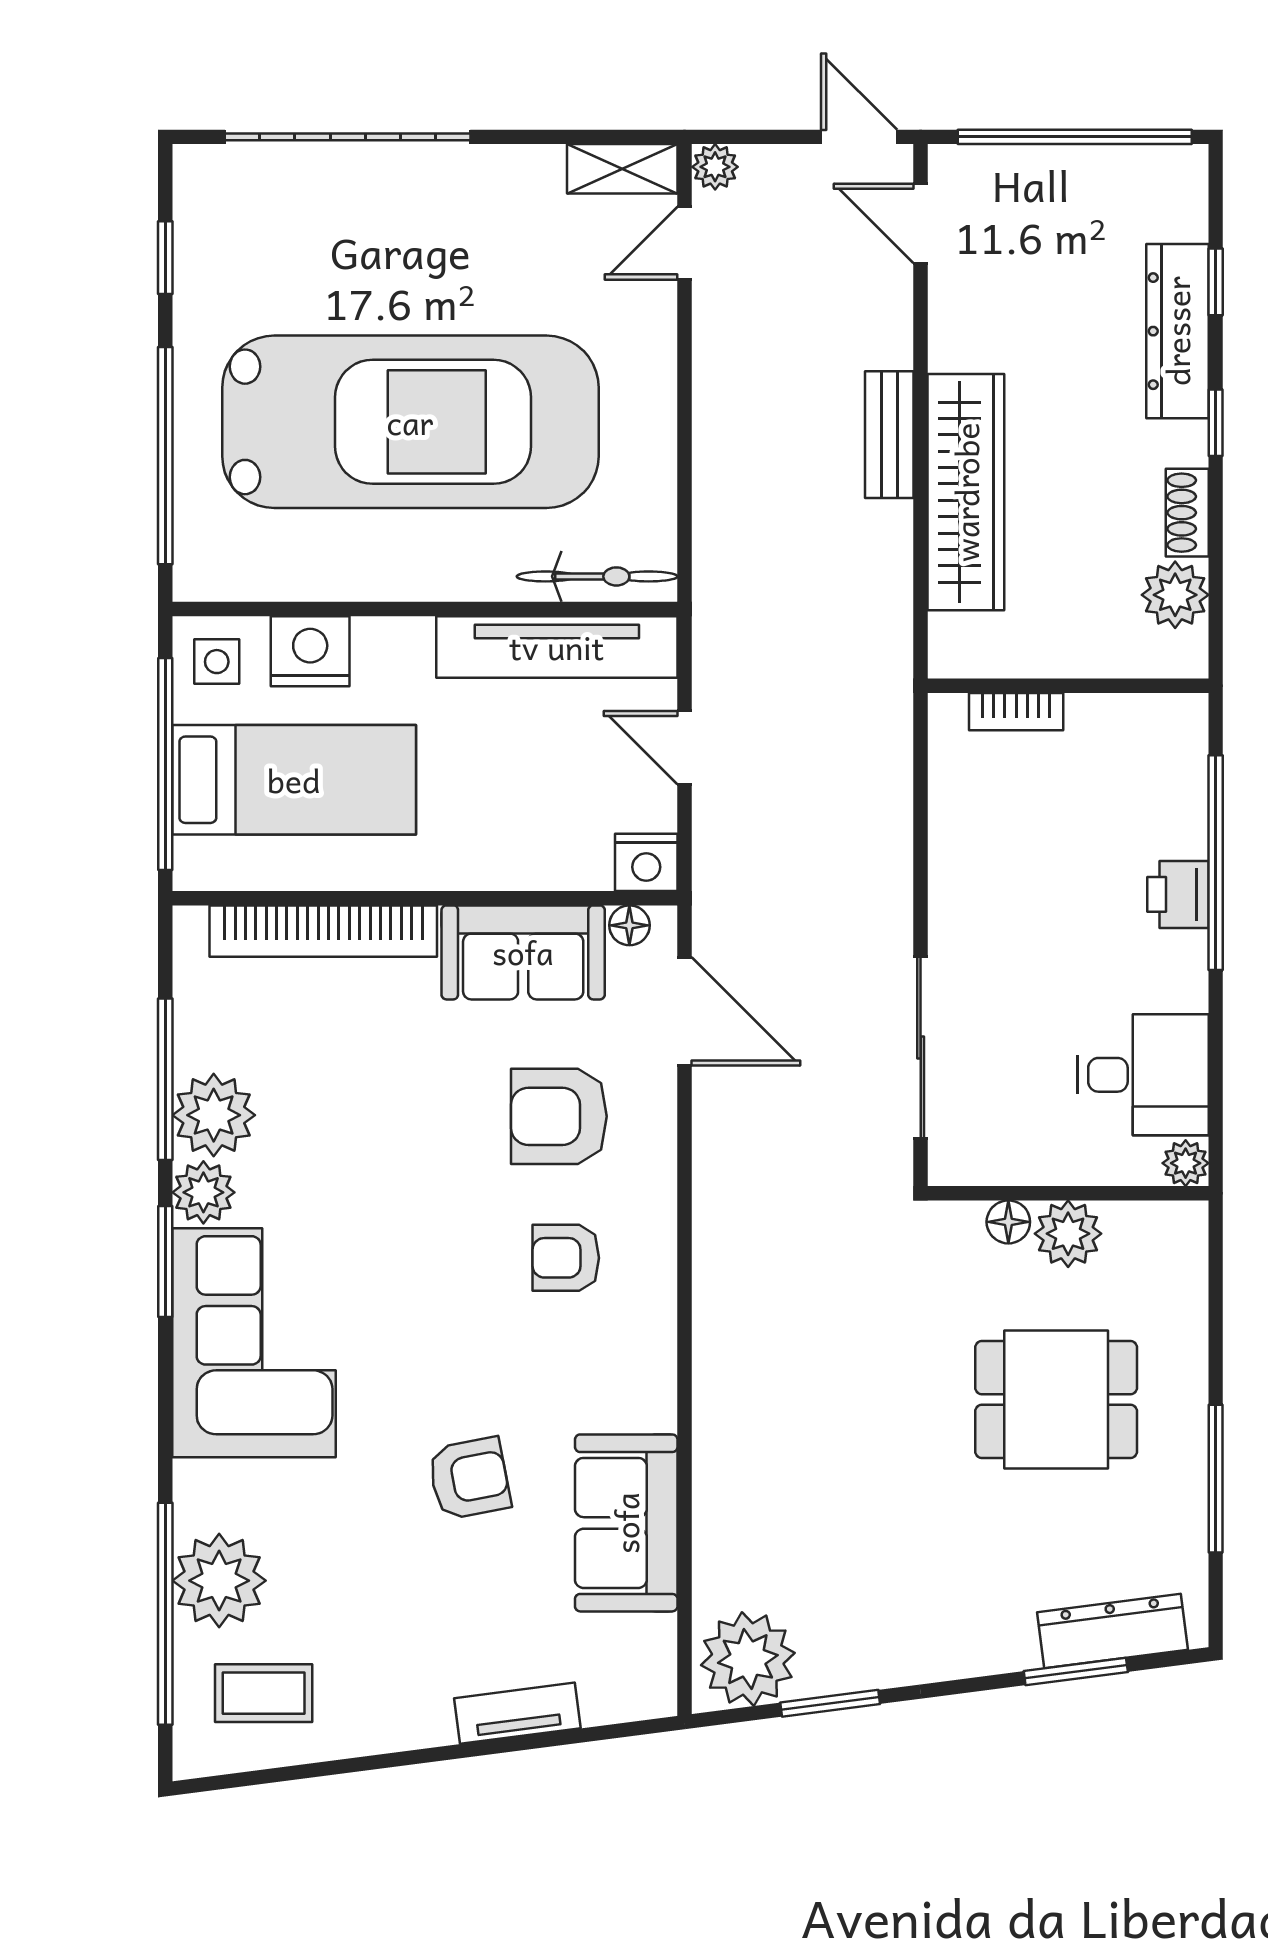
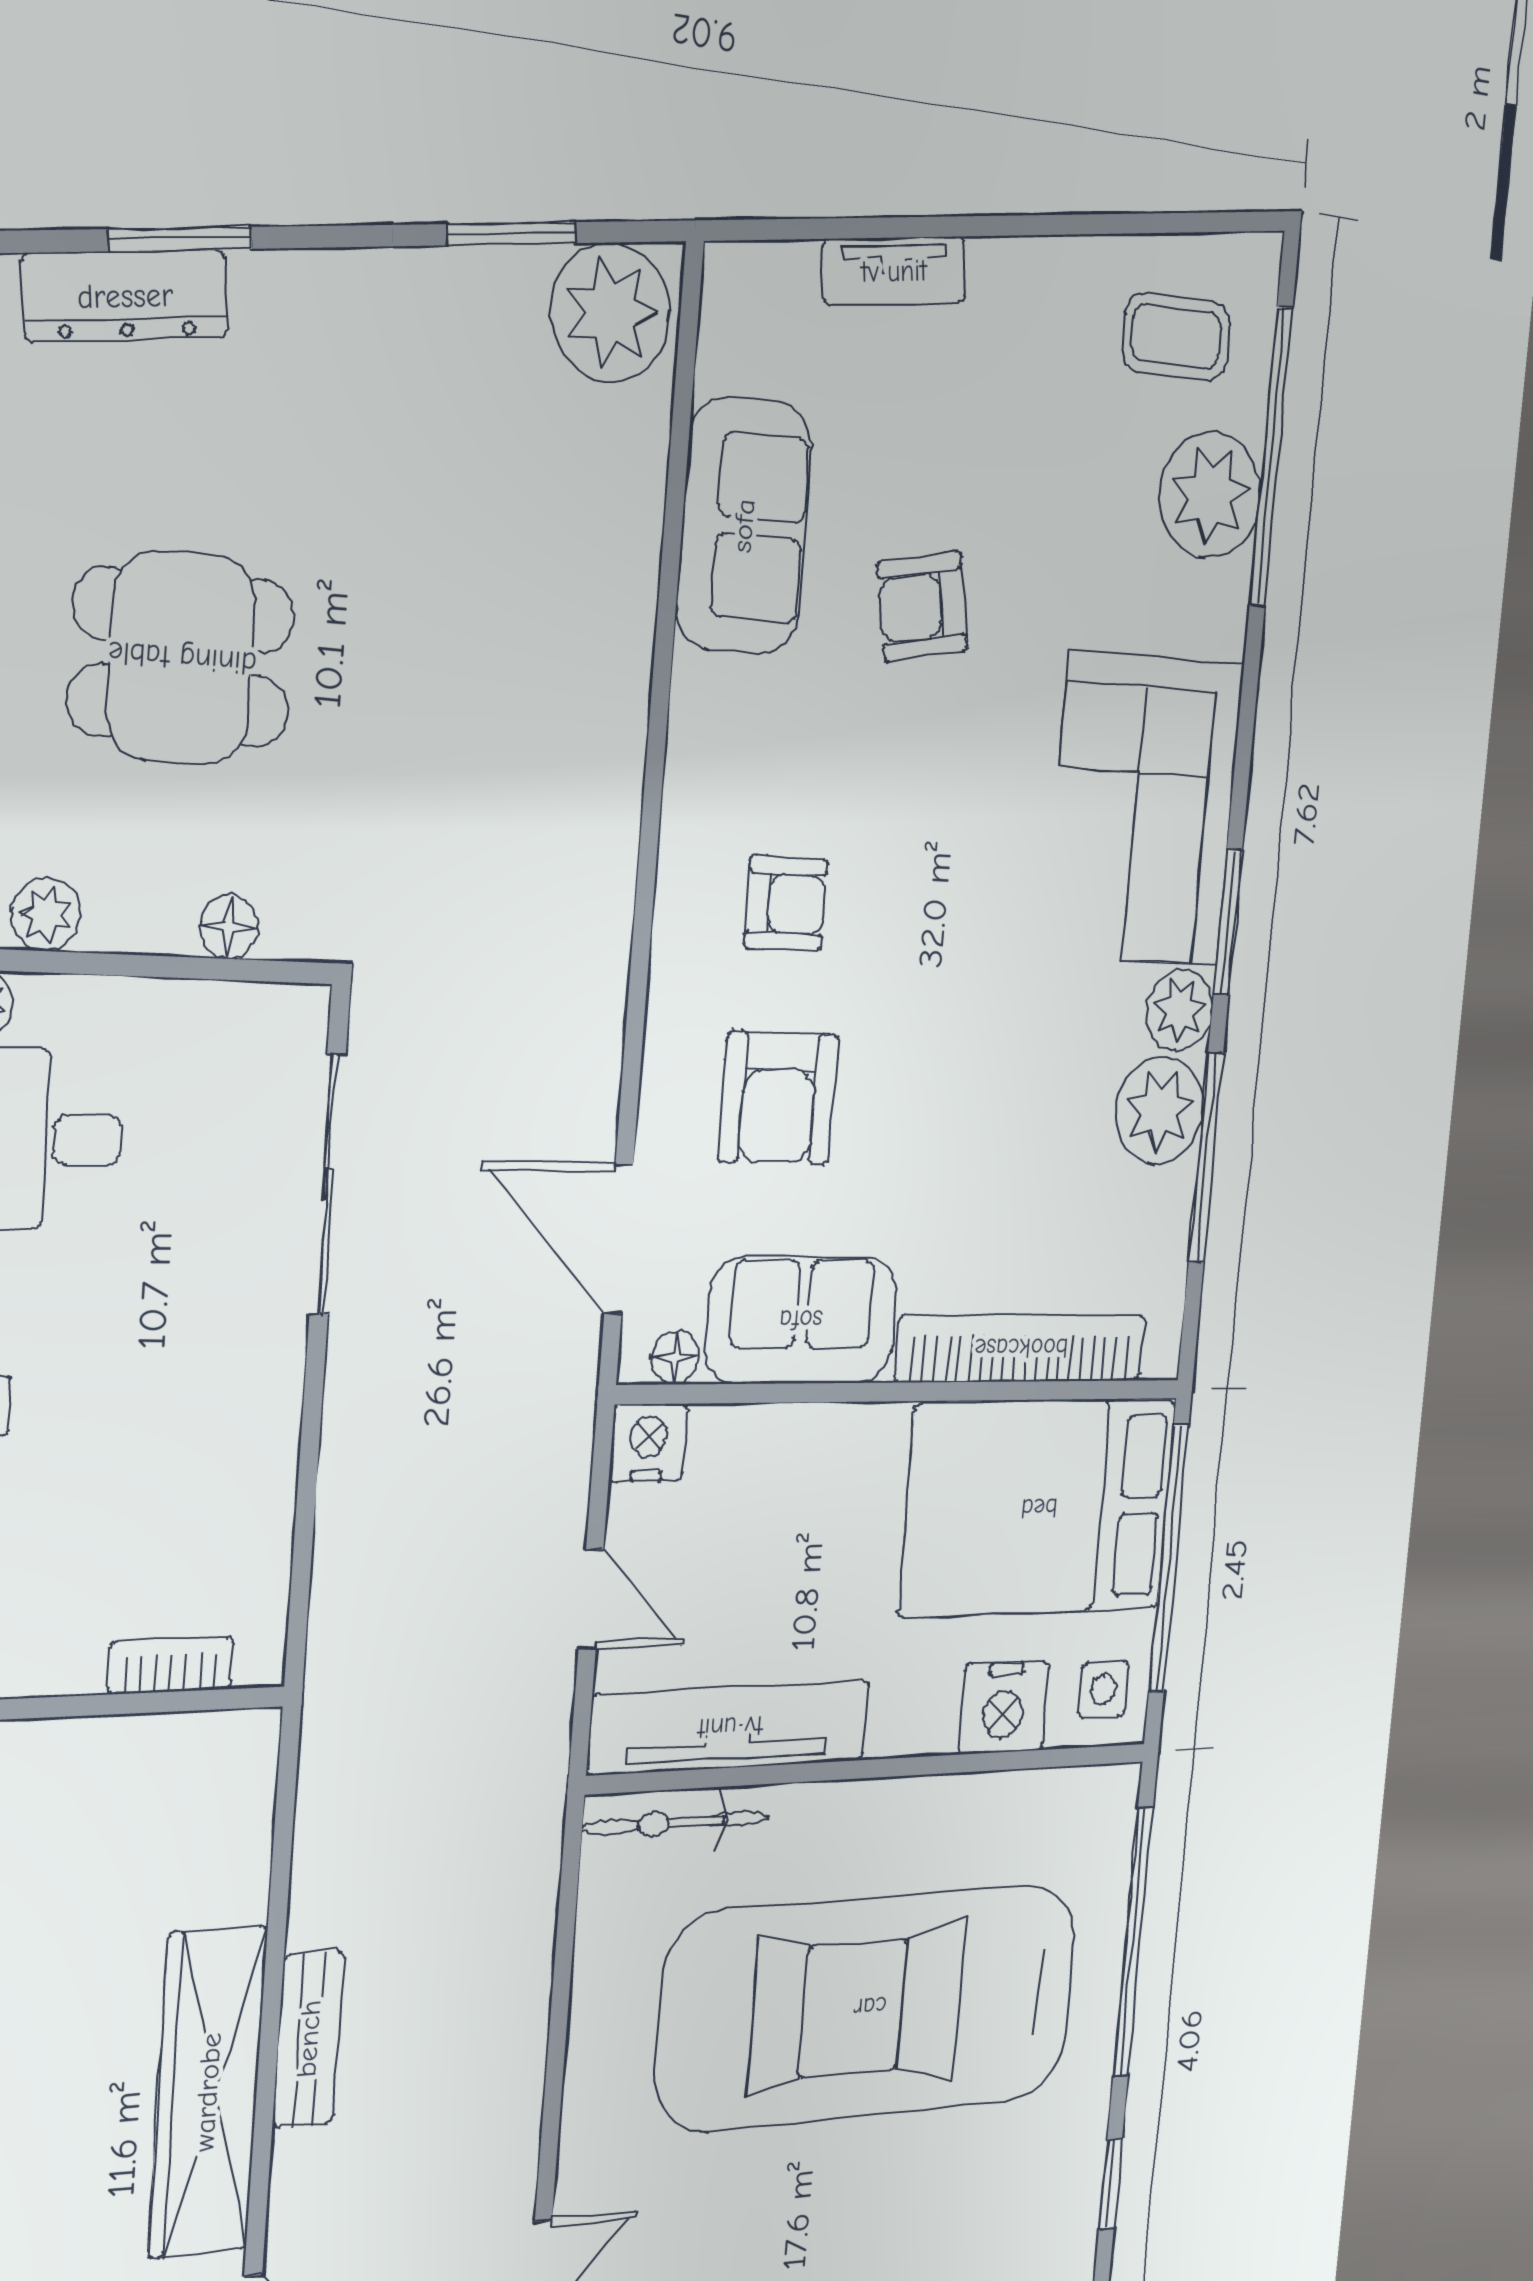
wardrobe: (966, 492) -> (208, 2092), moved
bed: (294, 780) -> (1039, 1508), width x1.50
armchair: (559, 1116) -> (778, 1098), turned 90
plant: (1068, 1234) -> (46, 914), moved, width x0.73, depth x0.73

